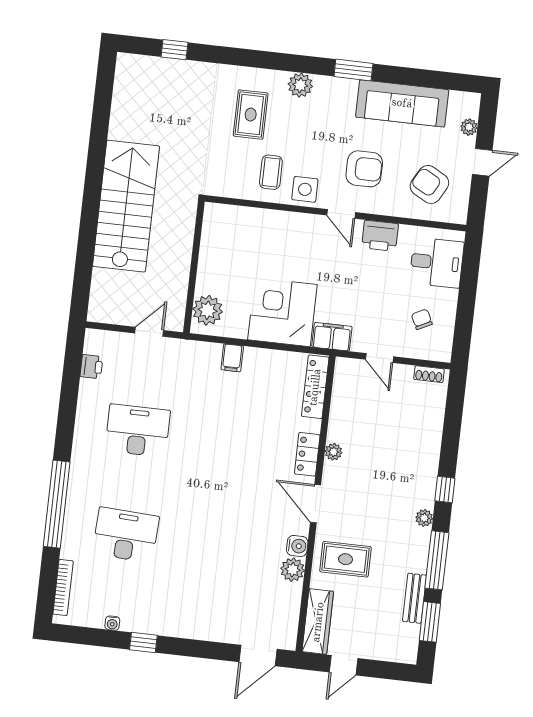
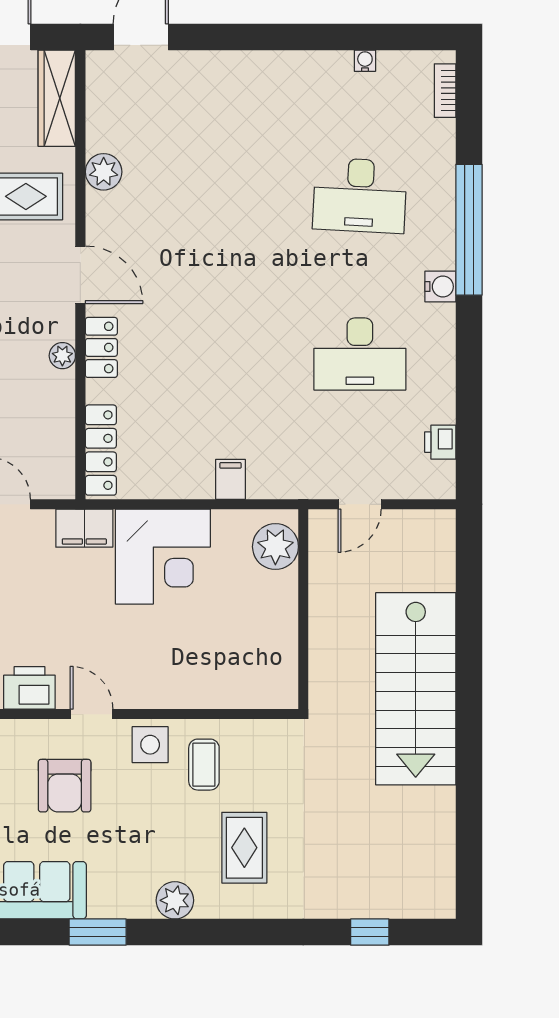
armchair: (364, 169) -> (65, 786), turned -90
water cooler: (297, 546) -> (440, 287), moved, turned 180
bookcase: (63, 587) -> (445, 91), width x0.64
window: (143, 642) -> (315, 37), removed

